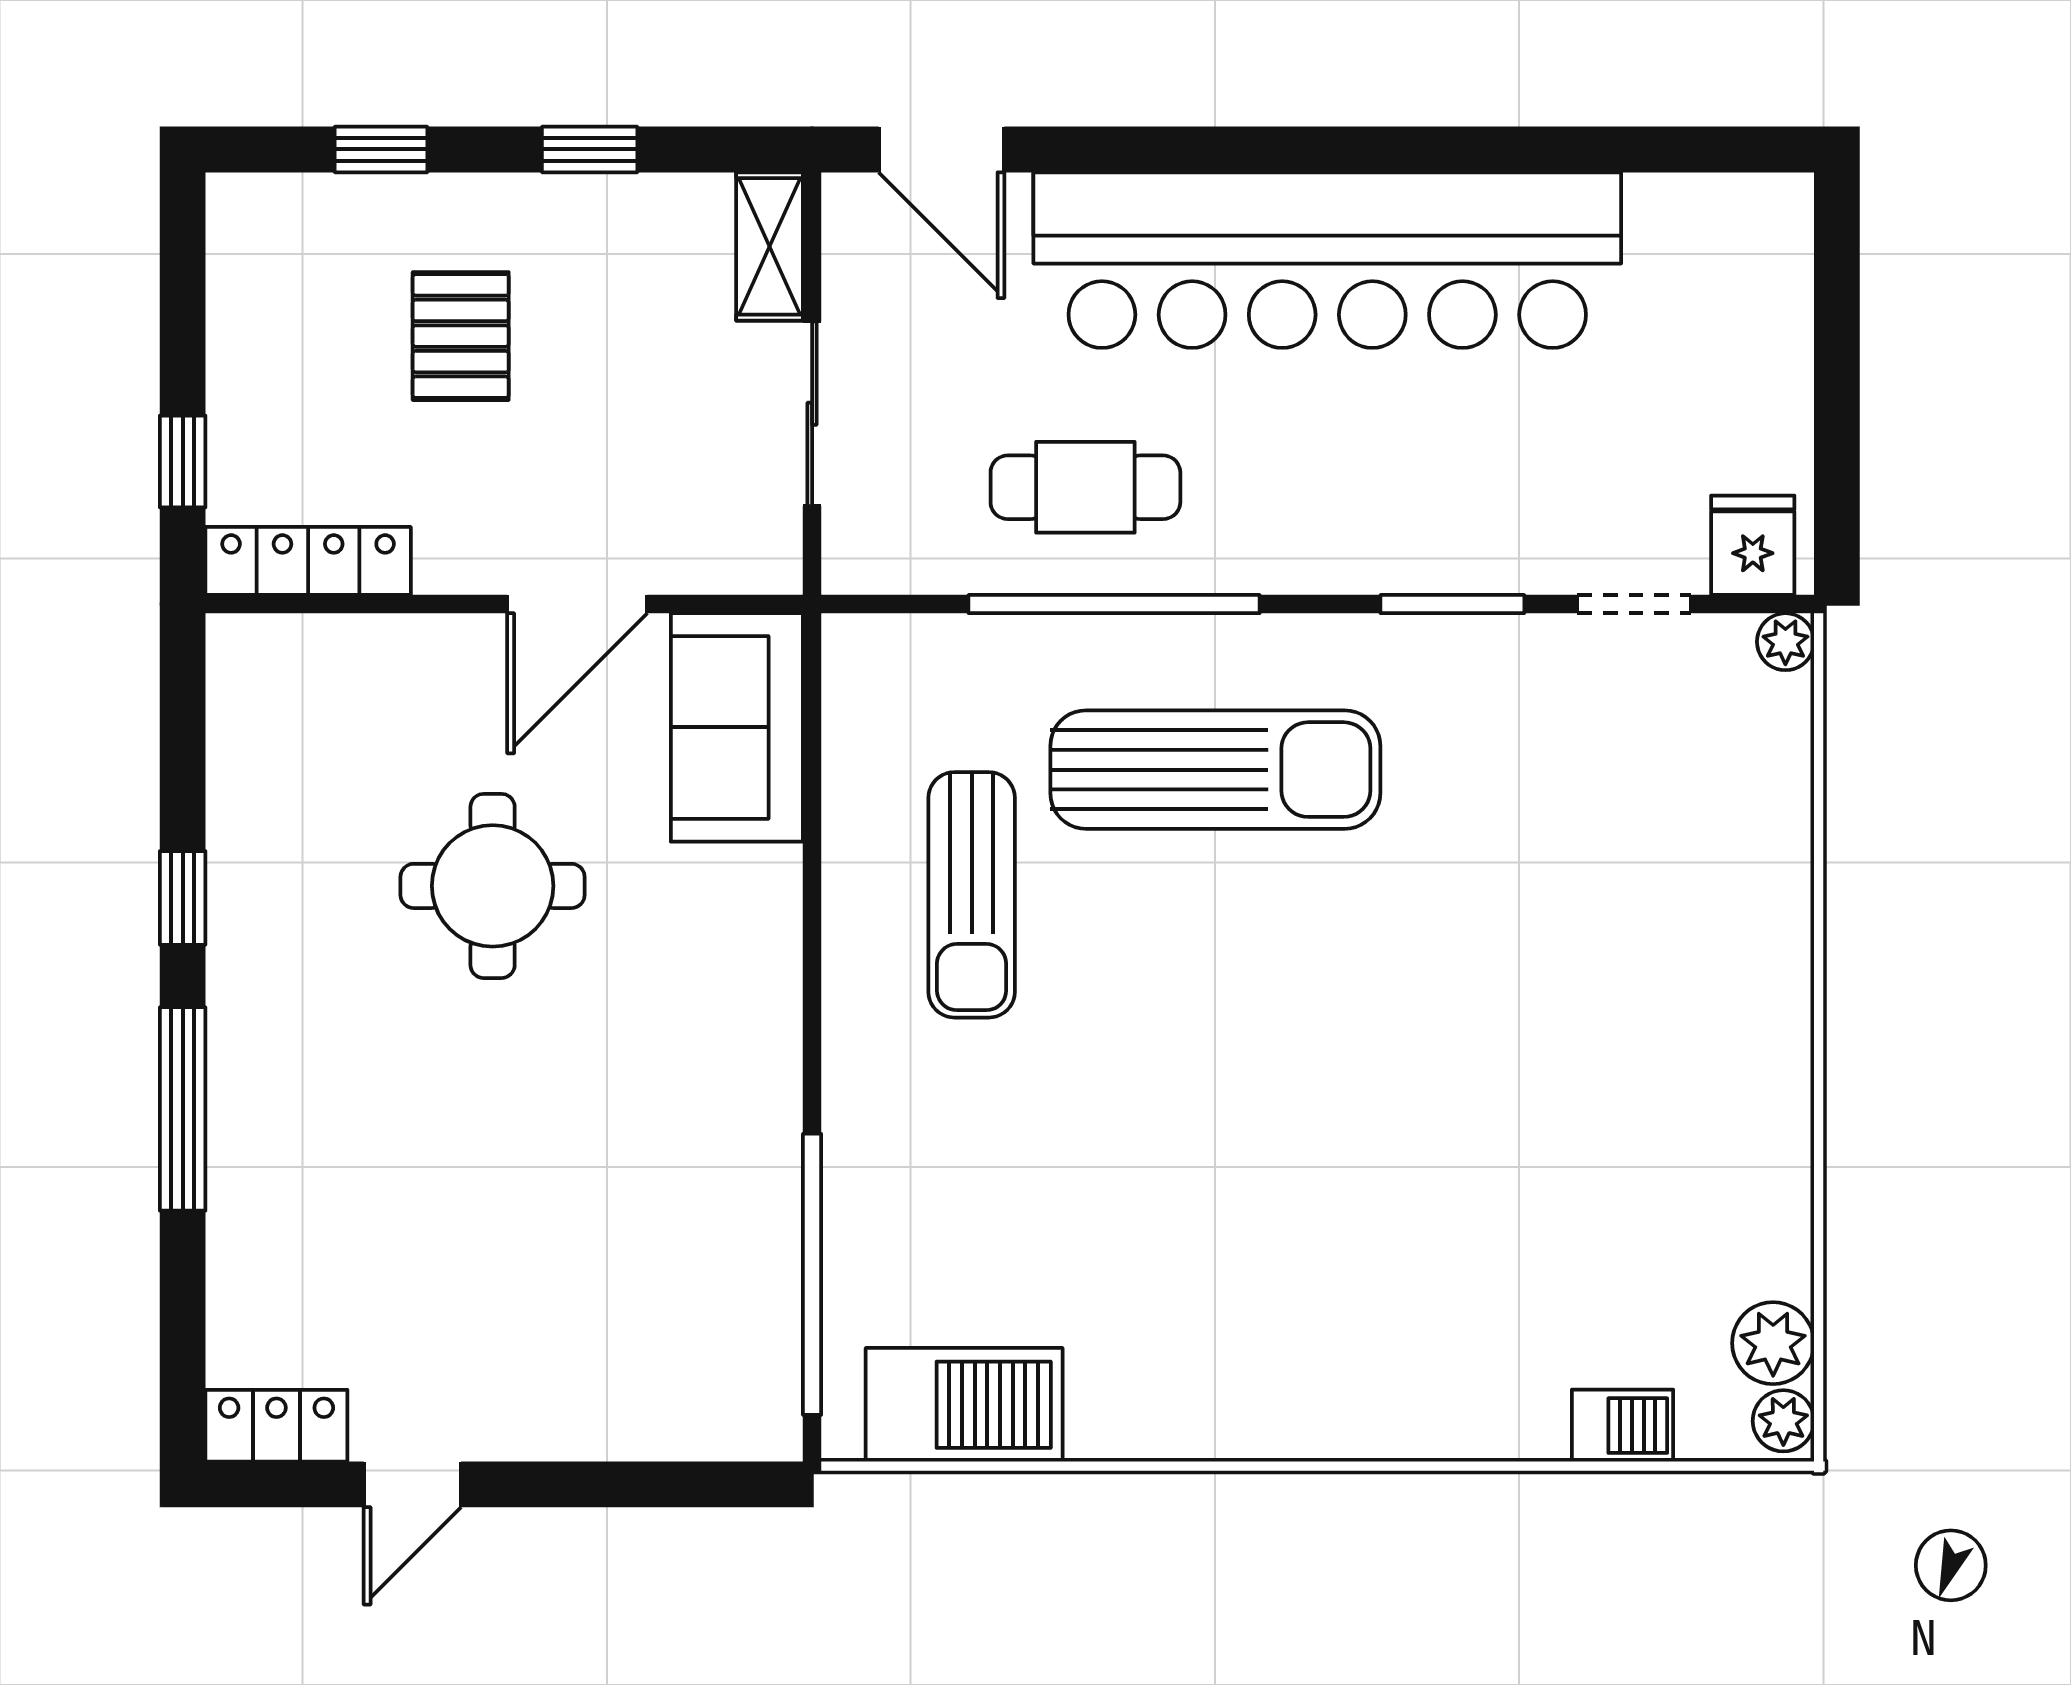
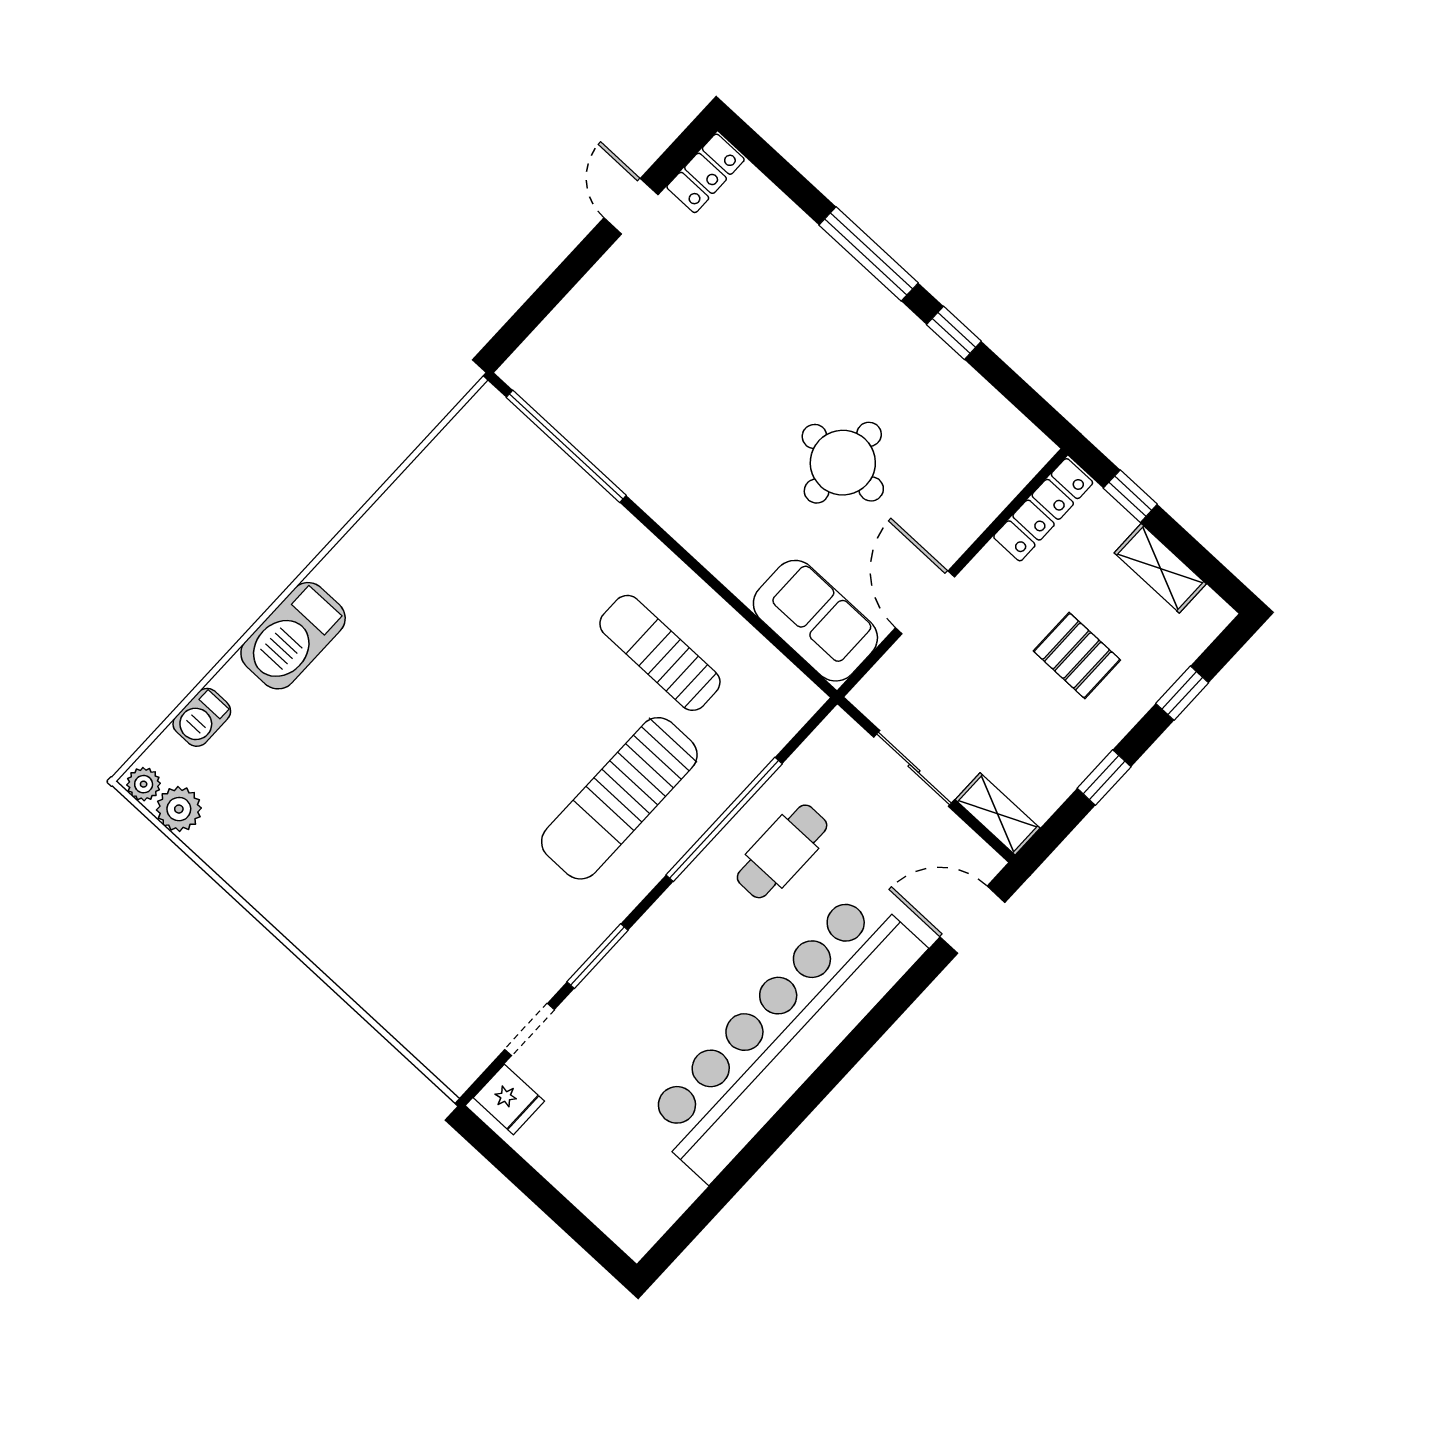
shelving: (242, 333) -> (1160, 568), added
plant: (1785, 642) -> (458, 1077), removed
barbecue: (964, 1405) -> (293, 636), moved

